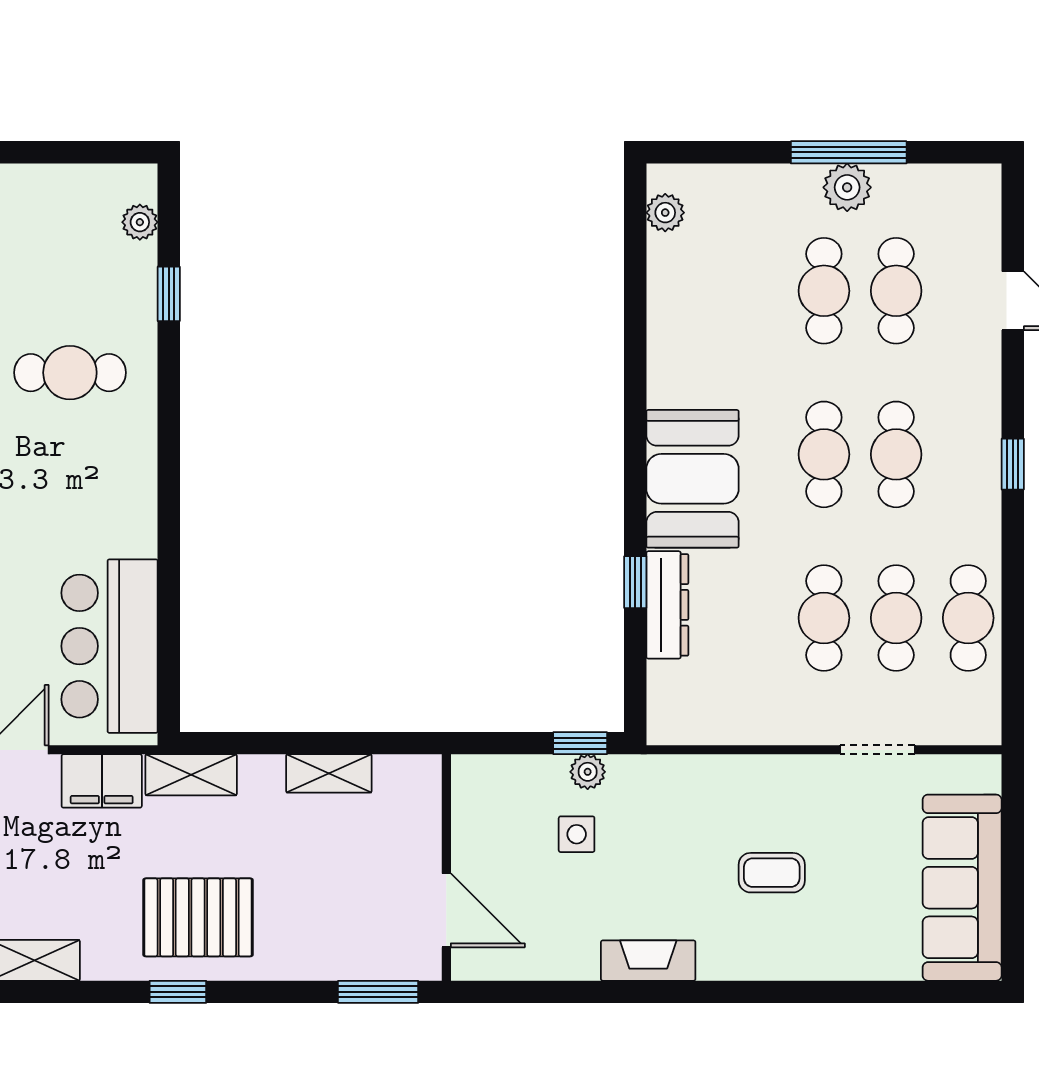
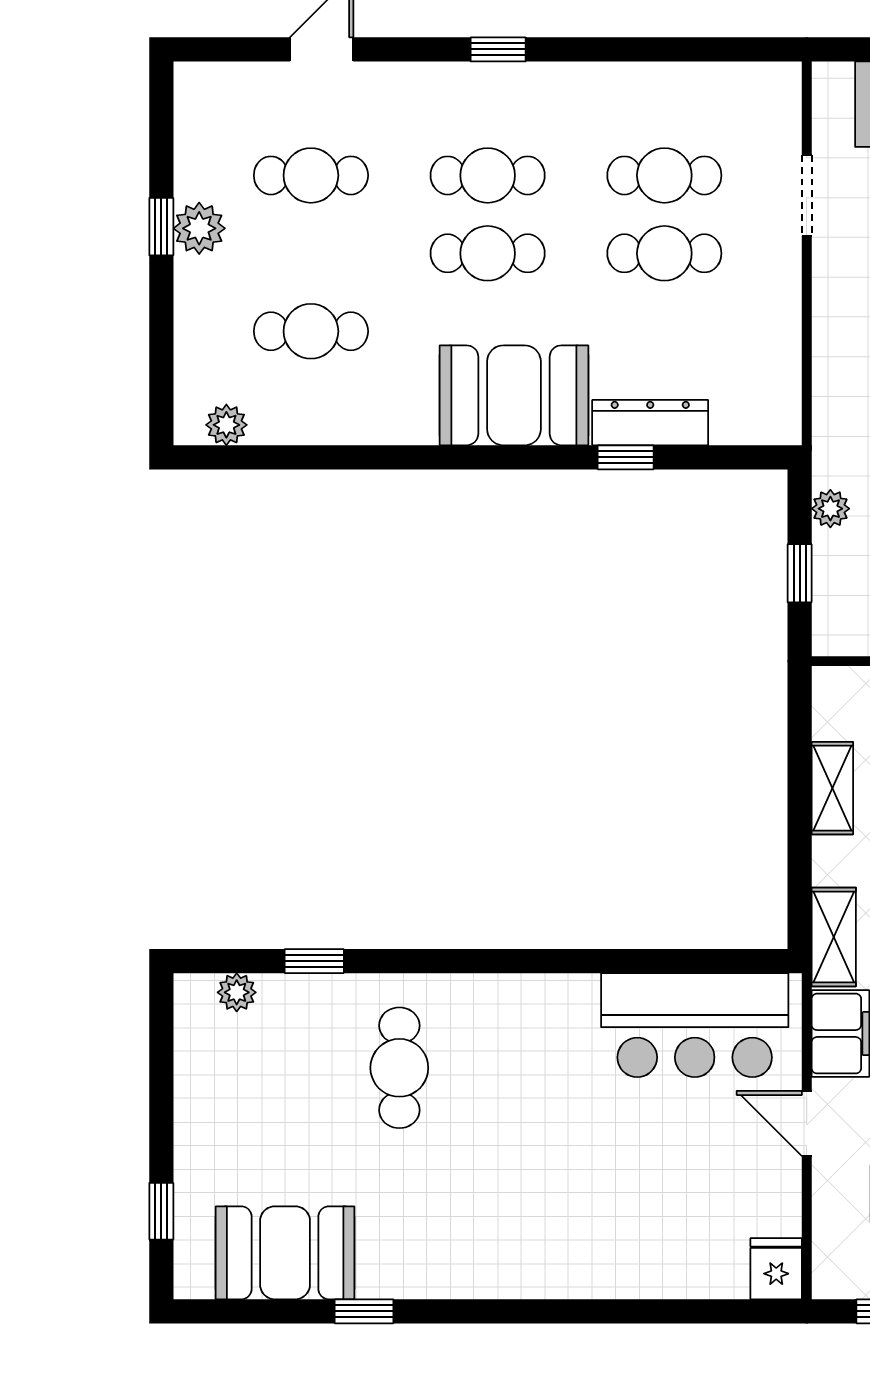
window: (849, 152) -> (161, 227), width x0.46
cafe table: (824, 291) -> (311, 331), moved
cafe table: (968, 618) -> (664, 97), removed
window: (580, 743) -> (800, 573), moved

